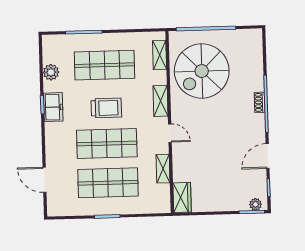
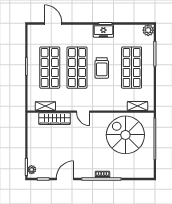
plant: (51, 72) -> (148, 30), moved
shelving: (160, 101) -> (106, 106), removed
door: (170, 133) -> (83, 112), hinge flipped
door: (268, 156) -> (65, 179), hinge flipped
shelving: (163, 169) -> (45, 106), moved
door: (44, 180) -> (53, 23), hinge flipped
wardrobe: (182, 197) -> (55, 119), moved, width x1.50

